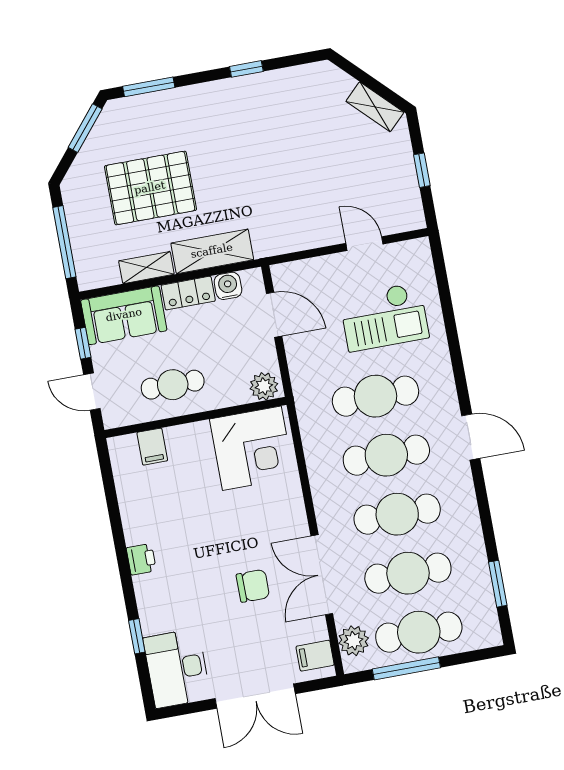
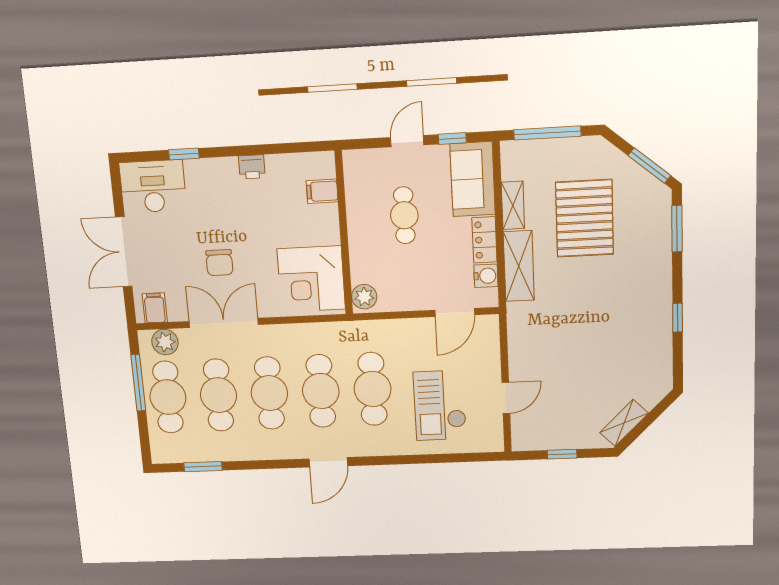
plant: (264, 386) -> (364, 297), moved
wall: (195, 417) -> (344, 233), moved
filing cabinet: (152, 447) -> (322, 191), moved
corner desk: (252, 448) -> (311, 279), moved

